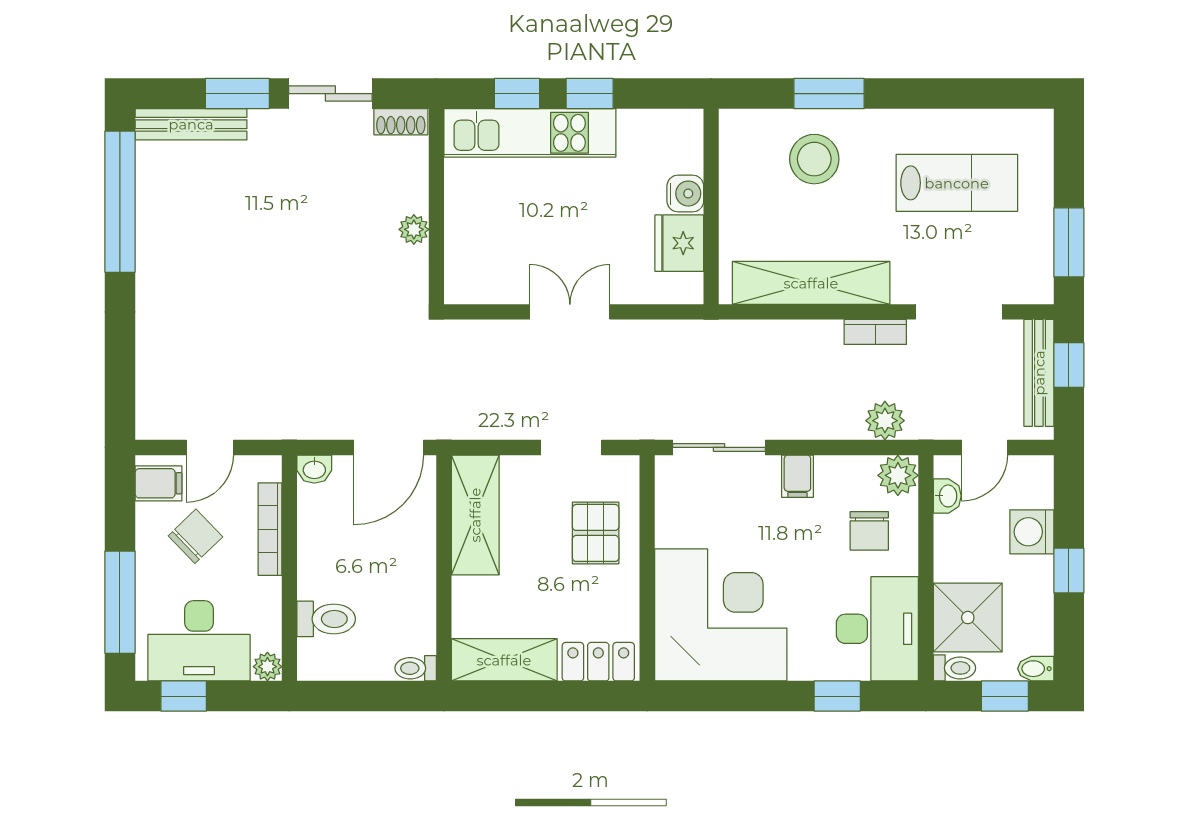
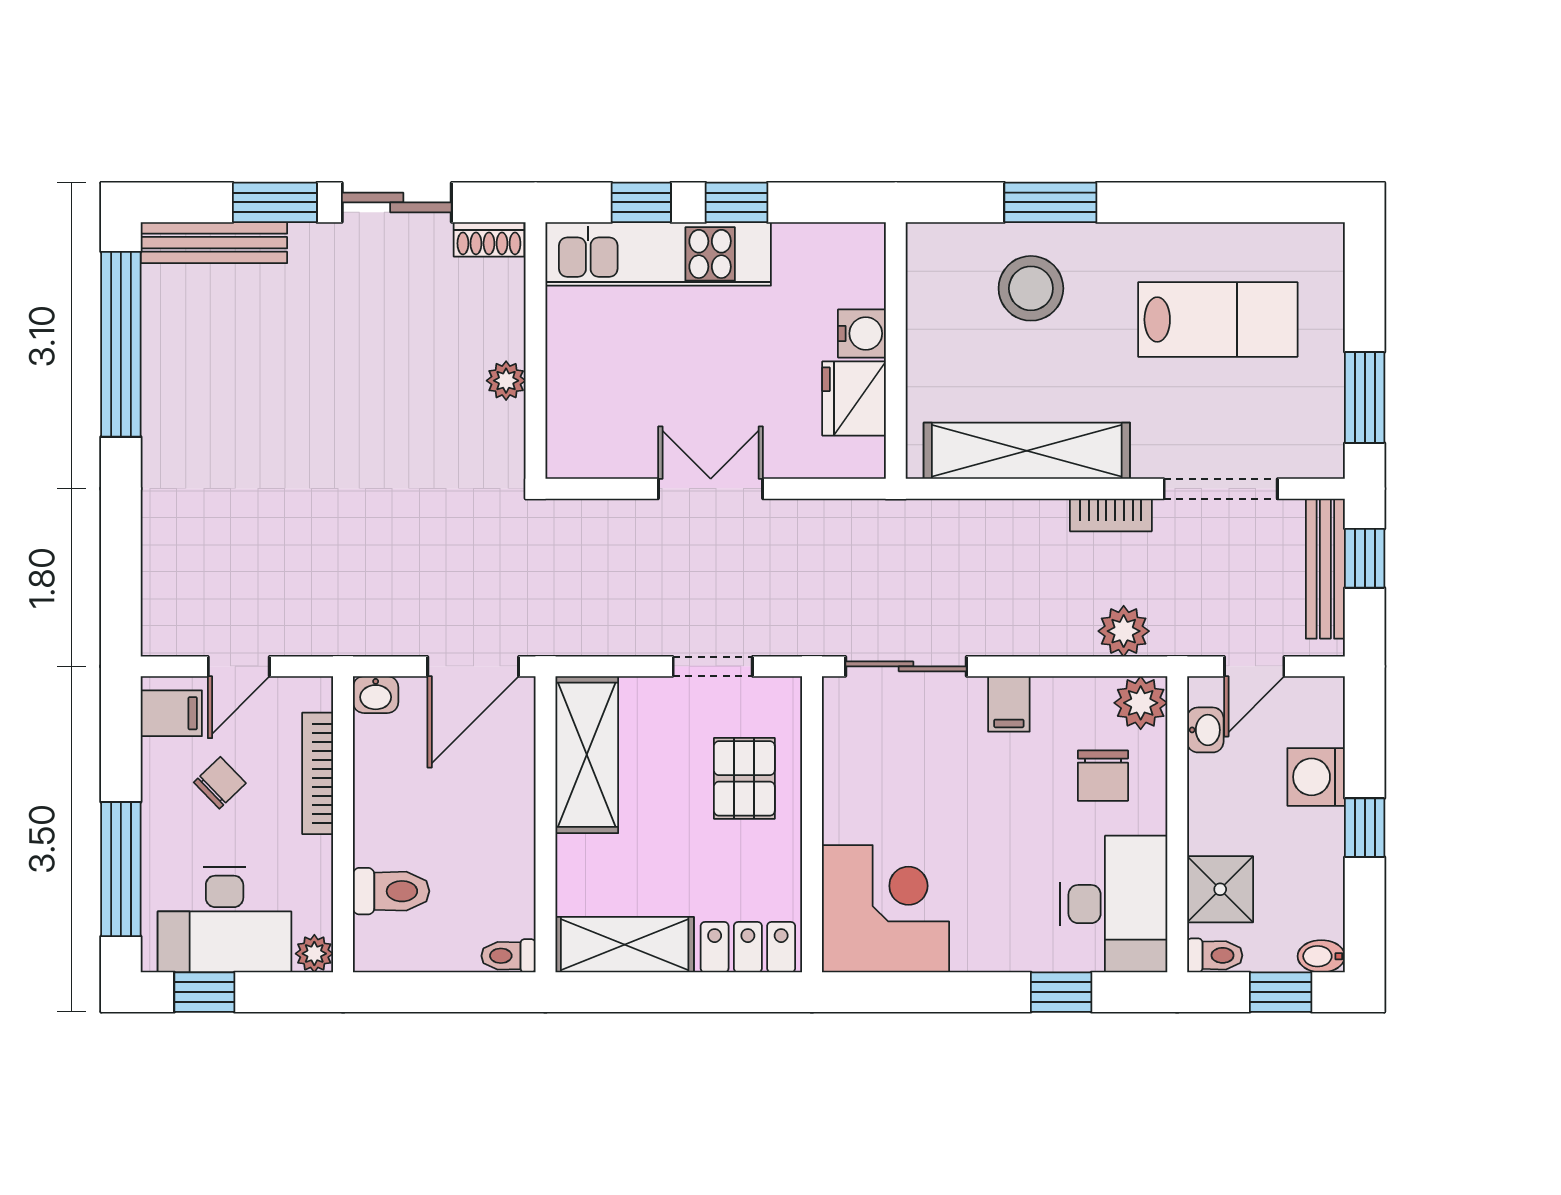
chair: (195, 536) -> (220, 783), width x0.73, depth x0.73
corner desk: (721, 615) -> (885, 909), width x0.74, depth x0.74
shower: (968, 618) -> (1220, 889), width x0.73, depth x0.73

